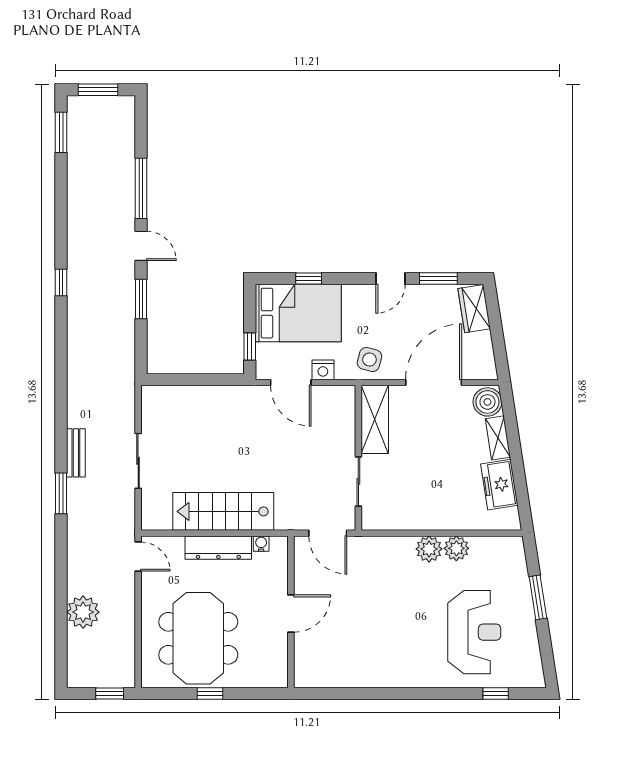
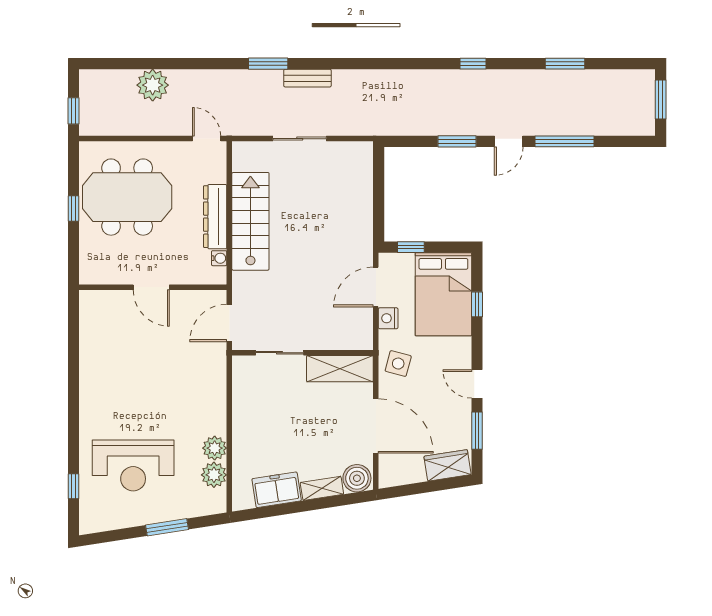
window: (61, 132) -> (565, 64), moved
plant: (429, 549) -> (214, 475), moved
door: (138, 557) -> (207, 139), swing flipped

